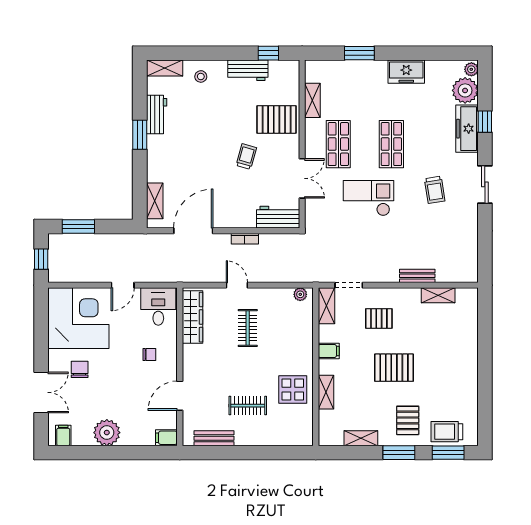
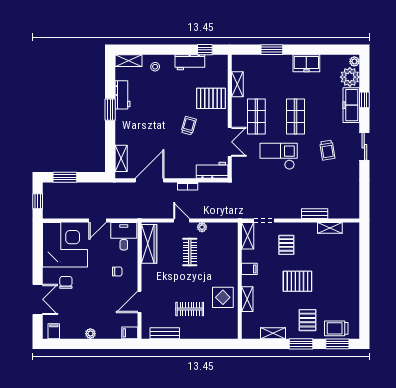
plant: (300, 294) -> (202, 227), moved
pallet: (379, 318) -> (286, 245), turned 90
plant: (107, 433) -> (90, 334), width x0.53, depth x0.53

